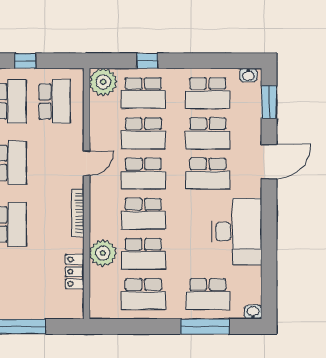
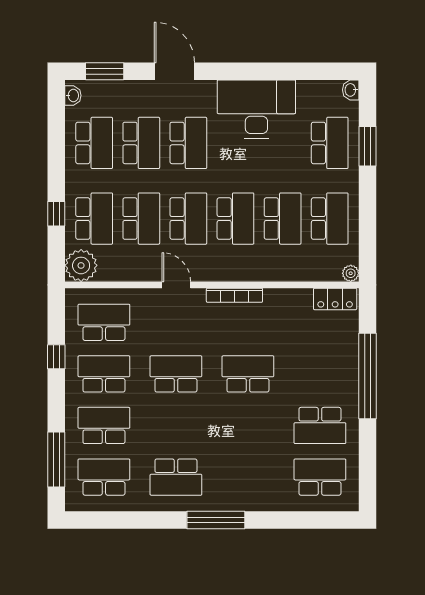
plant: (103, 253) -> (351, 273), moved, width x0.53, depth x0.53
locker: (75, 272) -> (335, 299), moved
window: (205, 326) -> (368, 146), width x0.69

